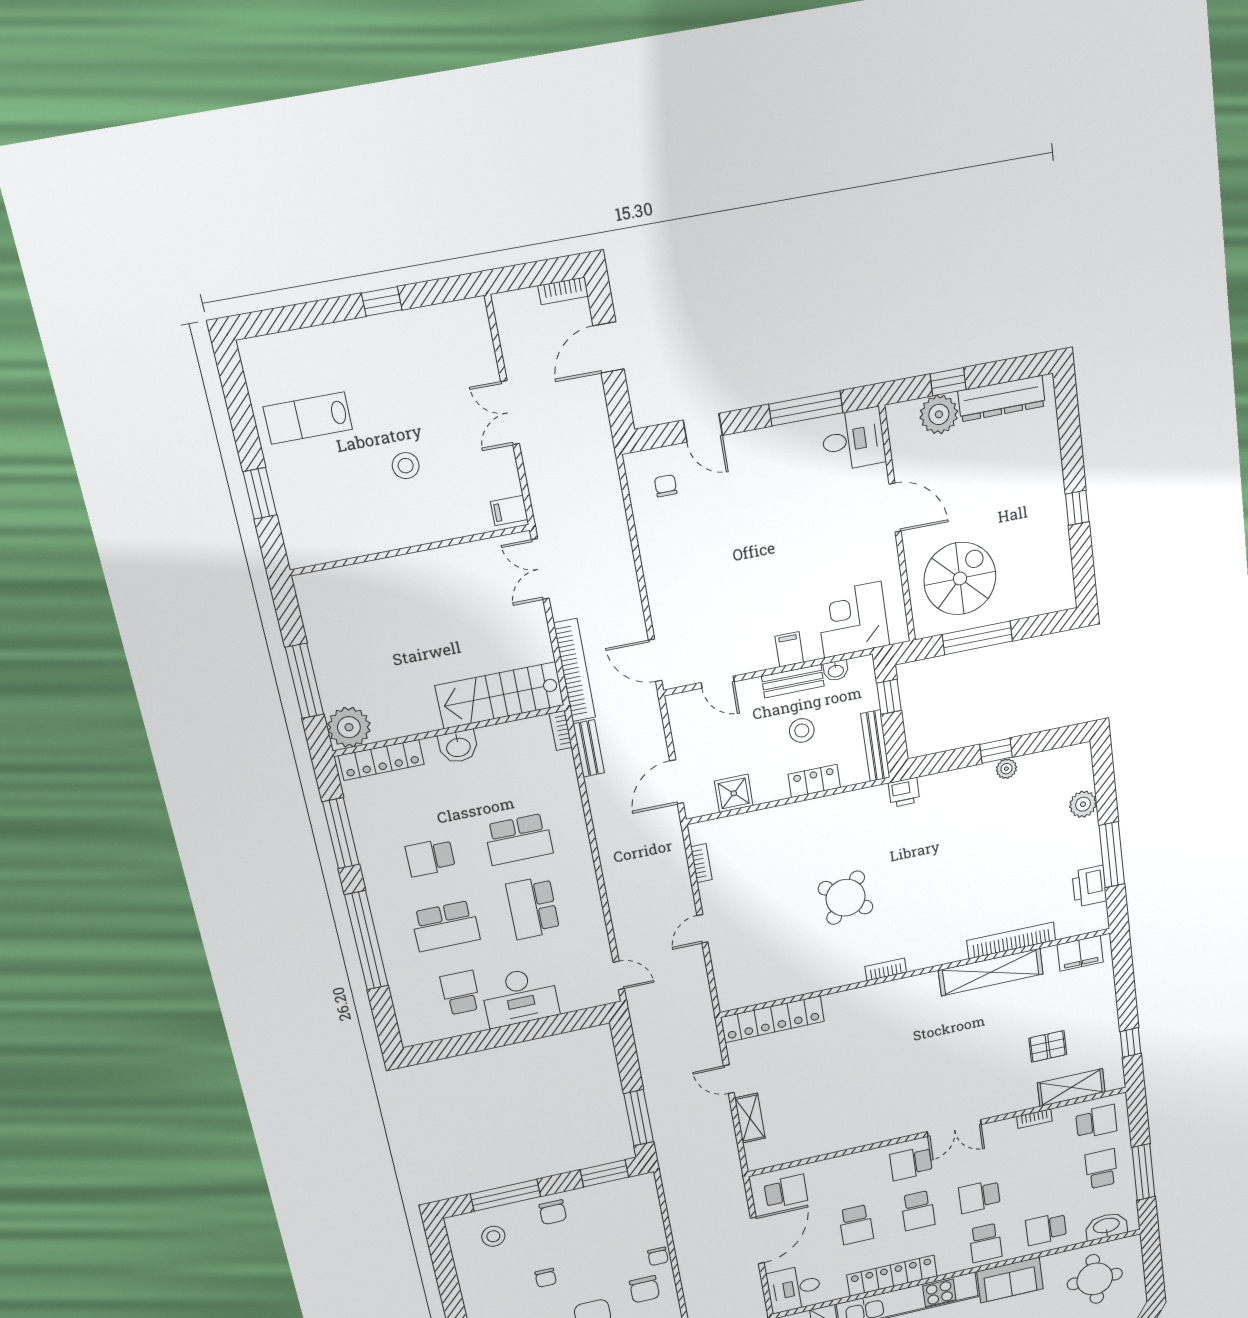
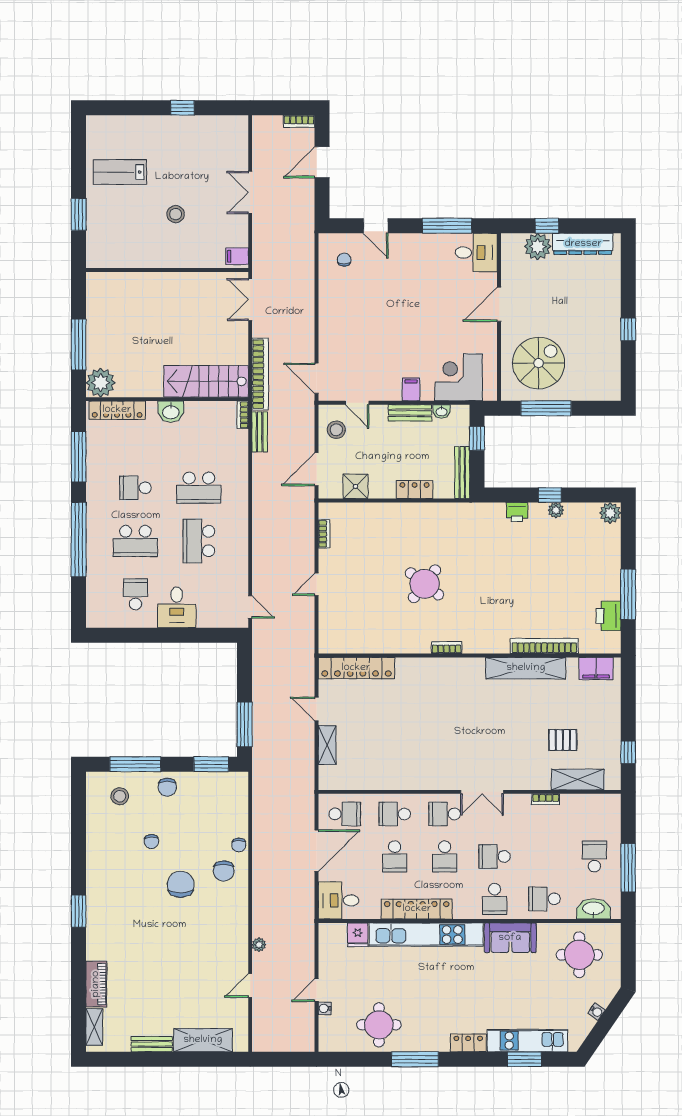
door: (895, 508) -> (499, 304), swing flipped
stool: (802, 730) -> (336, 430), moved
printer: (904, 792) -> (517, 512), moved
plant: (1083, 804) -> (610, 513), moved
desk: (520, 997) -> (177, 607), width x0.73
school desk: (1096, 1122) -> (395, 814), moved, turned 180

